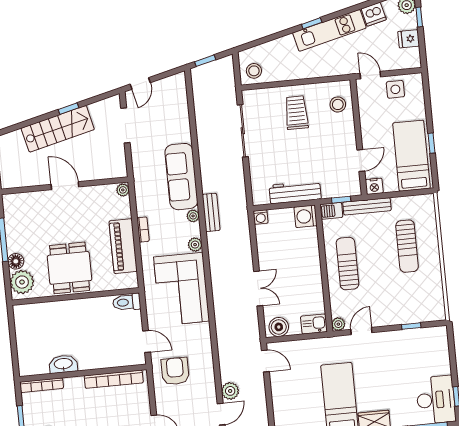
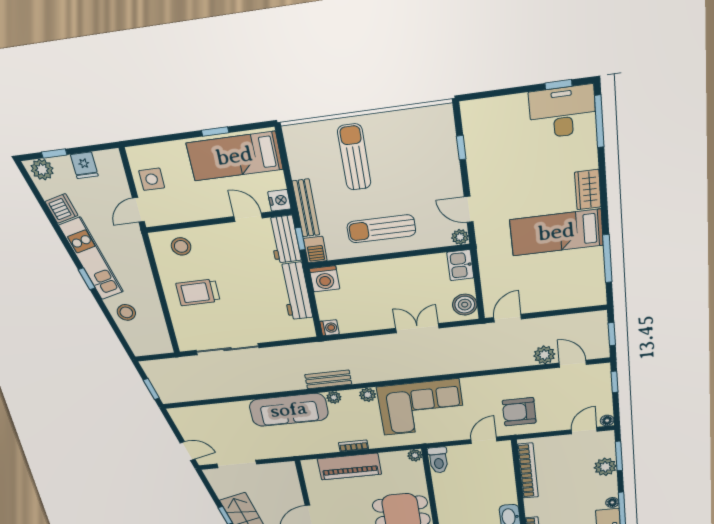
stool: (254, 71) -> (126, 312), moved
workbench: (341, 187) -> (284, 239), added
plant: (123, 190) -> (415, 455), moved
piano: (123, 246) -> (349, 467), moved
sun lounger: (407, 246) -> (354, 157), turned -90

